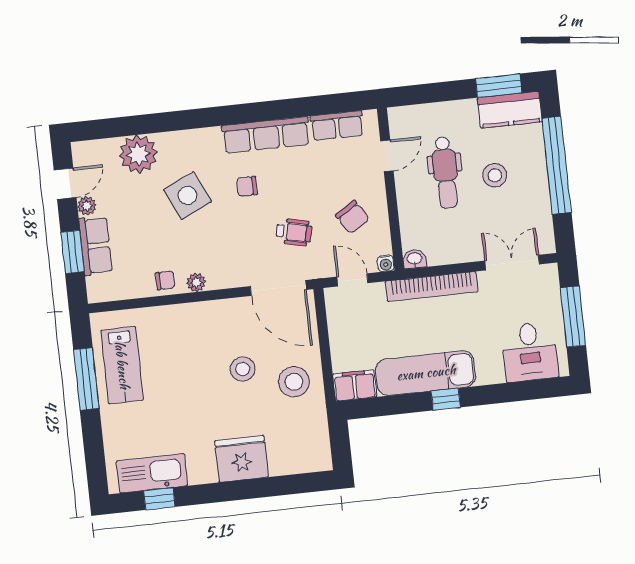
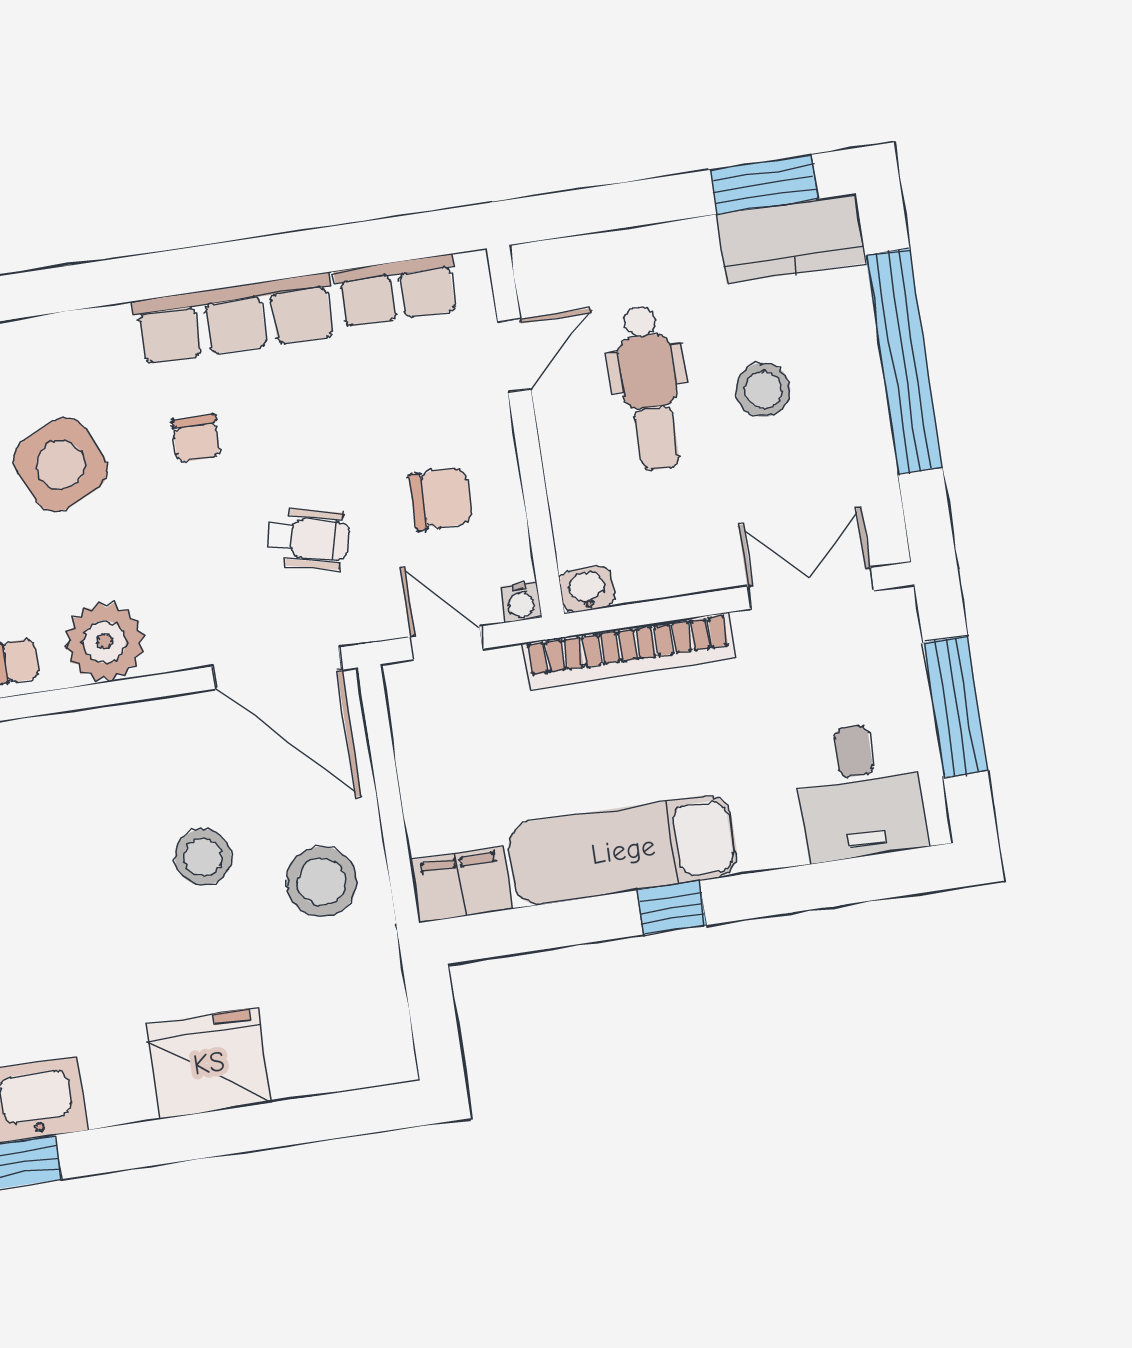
chair: (247, 186) -> (196, 438), turned -90
chair: (352, 217) -> (441, 499), turned -57
plant: (196, 283) -> (105, 642), width x1.87, depth x1.87

